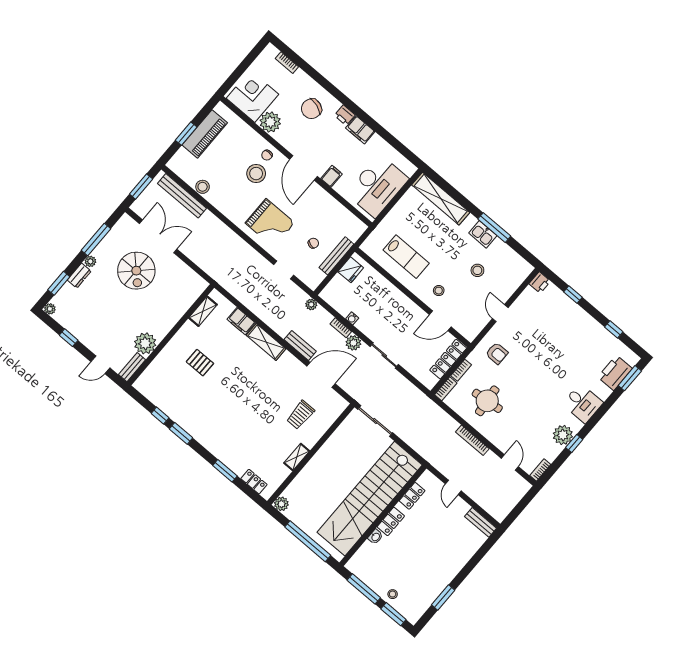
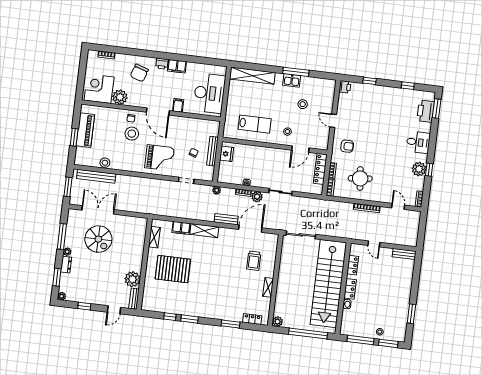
pallet: (200, 363) -> (173, 269), width x2.05, depth x2.00

